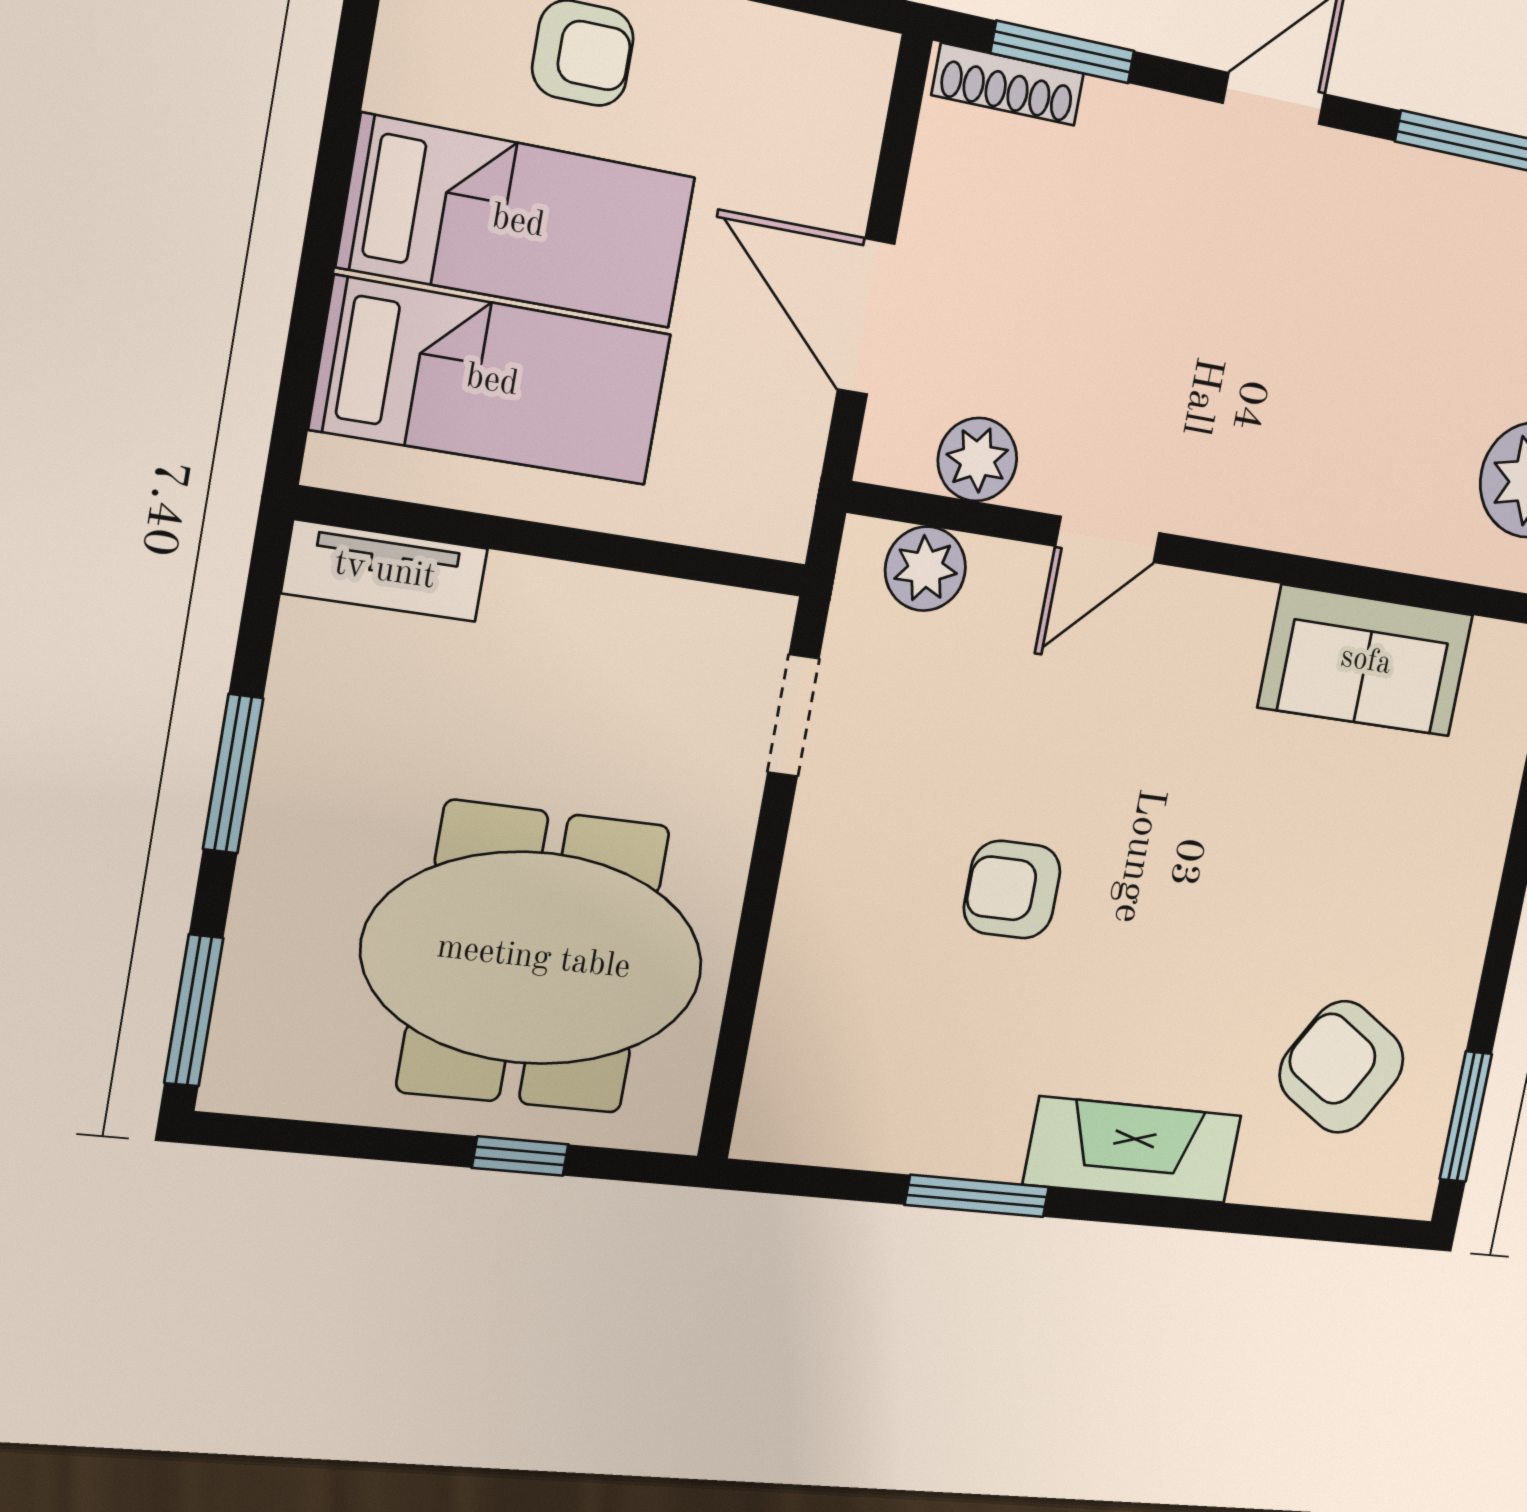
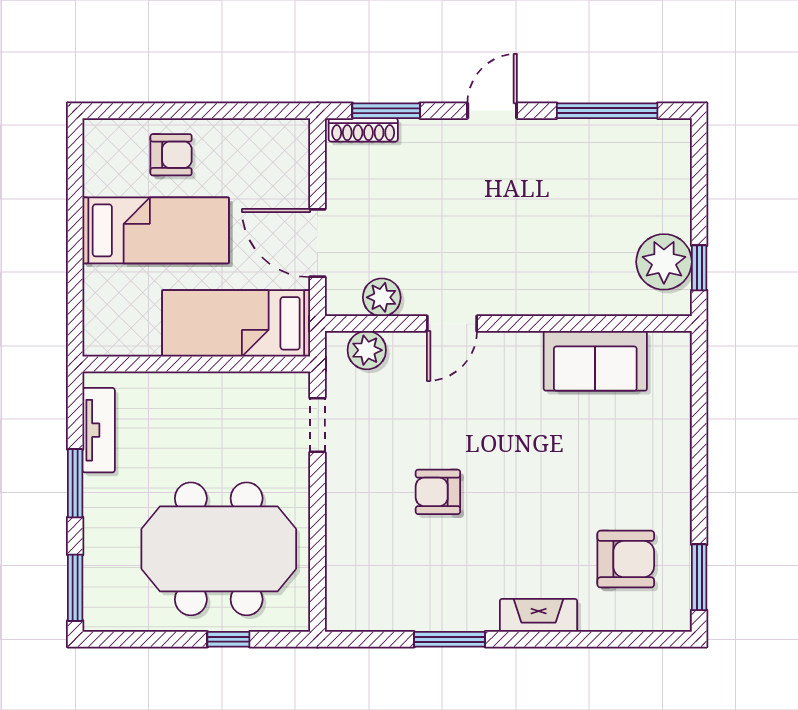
bed: (492, 381) -> (236, 323), moved, turned 180
tv unit: (385, 571) -> (99, 430), moved, turned -90
armchair: (1342, 1067) -> (626, 559), turned 148
fireplace: (1133, 1150) -> (539, 615), width x0.73, depth x0.76

